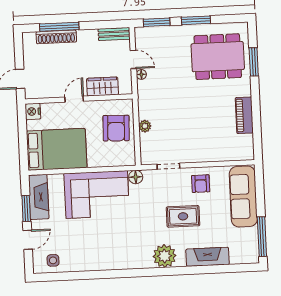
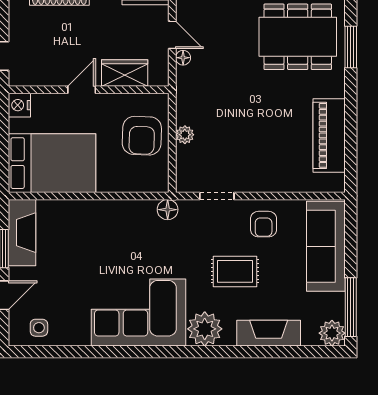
piano: (244, 115) -> (329, 135), width x1.37, depth x1.33
corner sofa: (97, 195) -> (139, 313), moved, turned 180
plant: (250, 255) -> (332, 333), added

